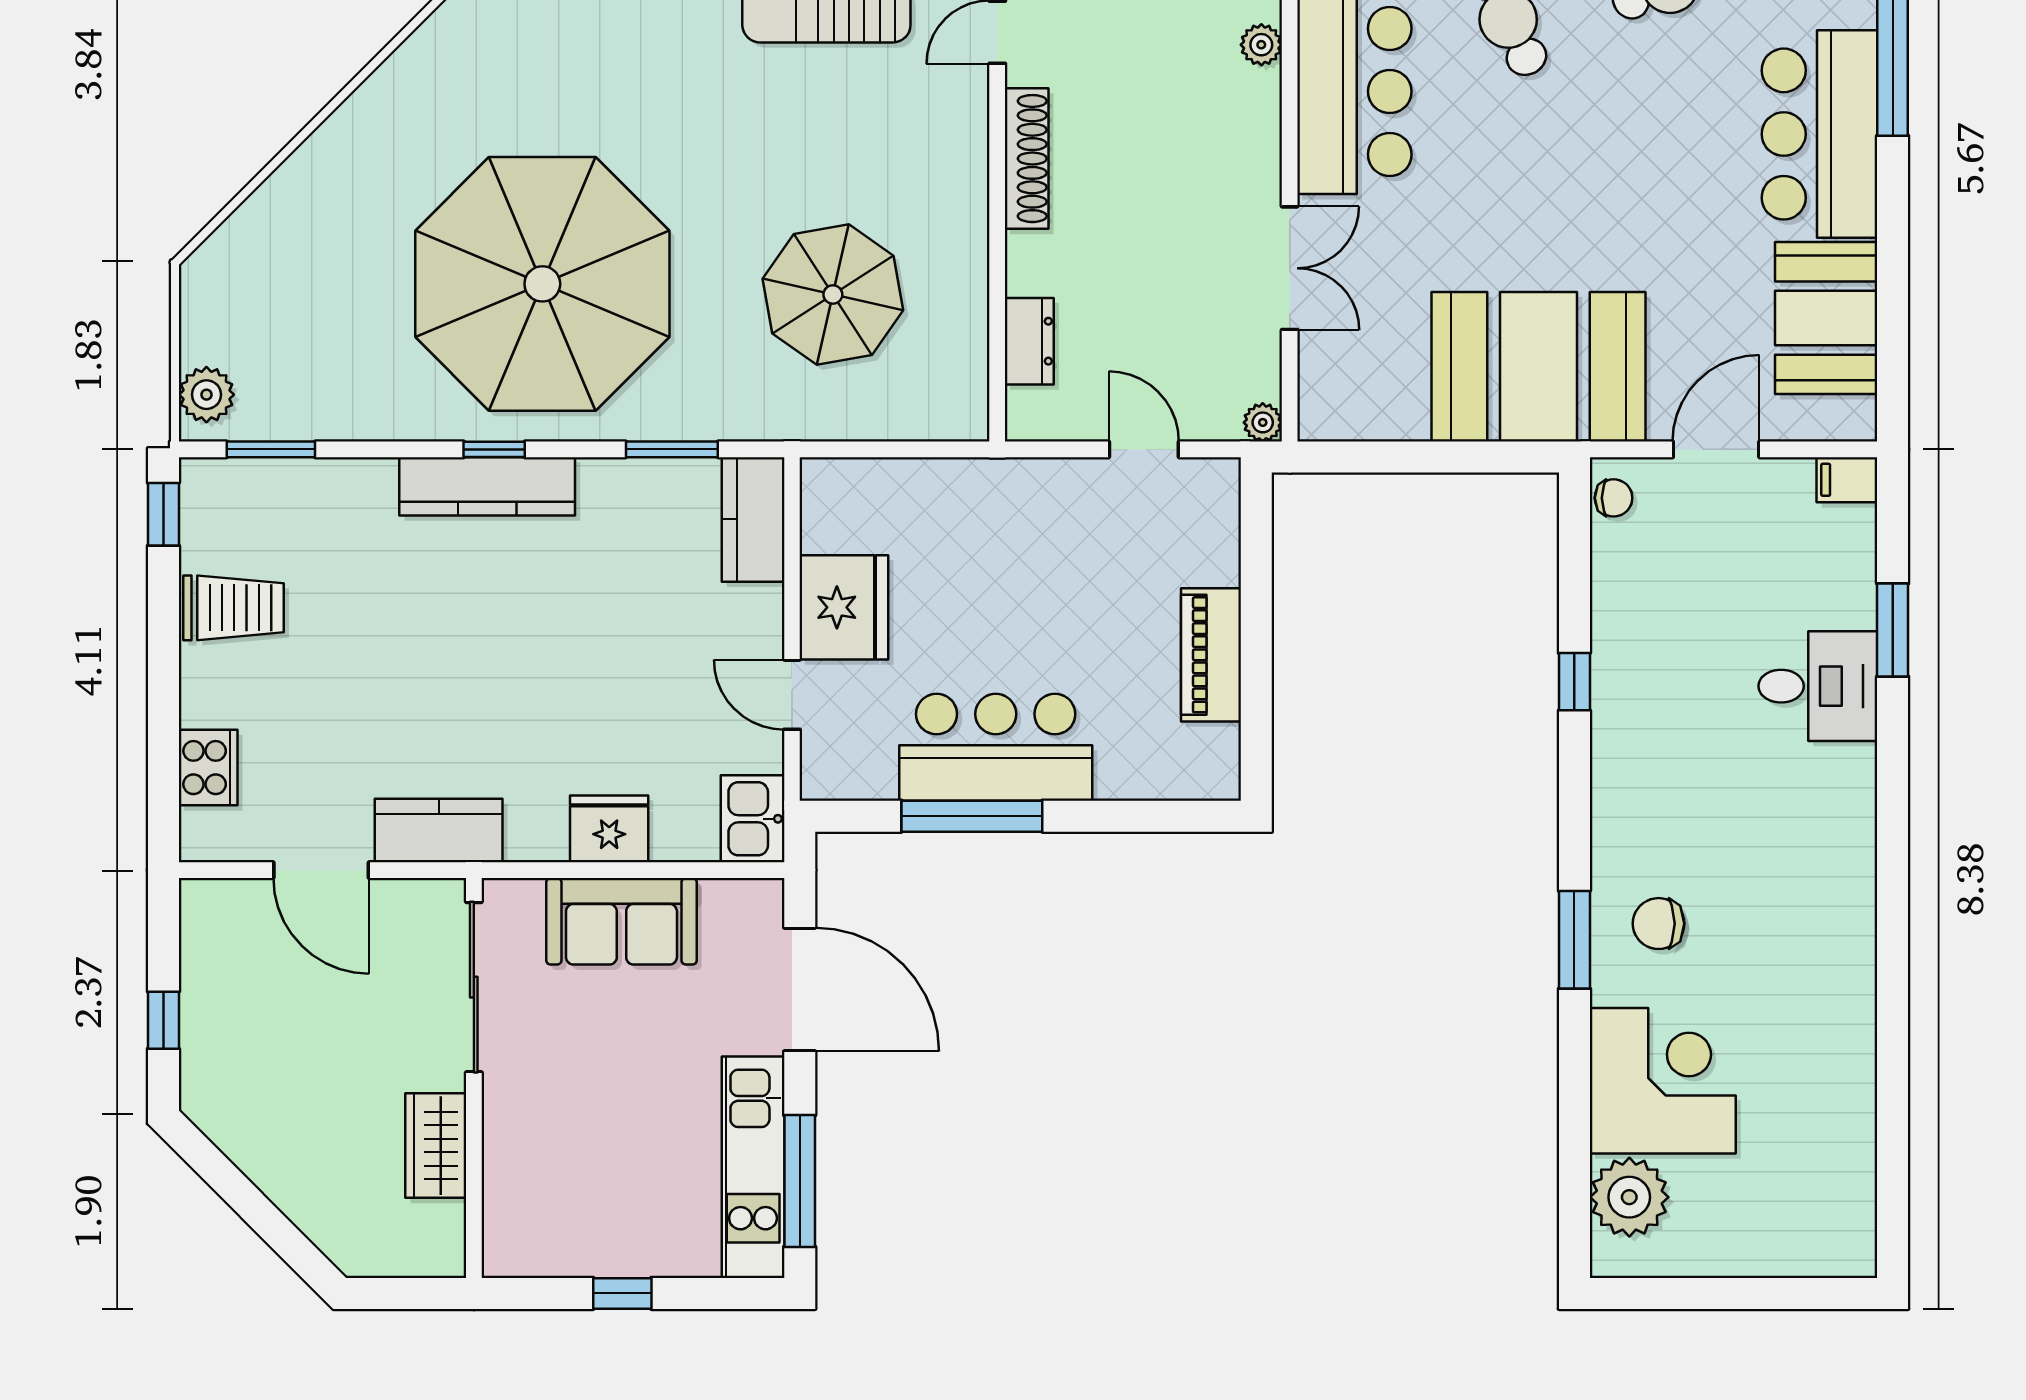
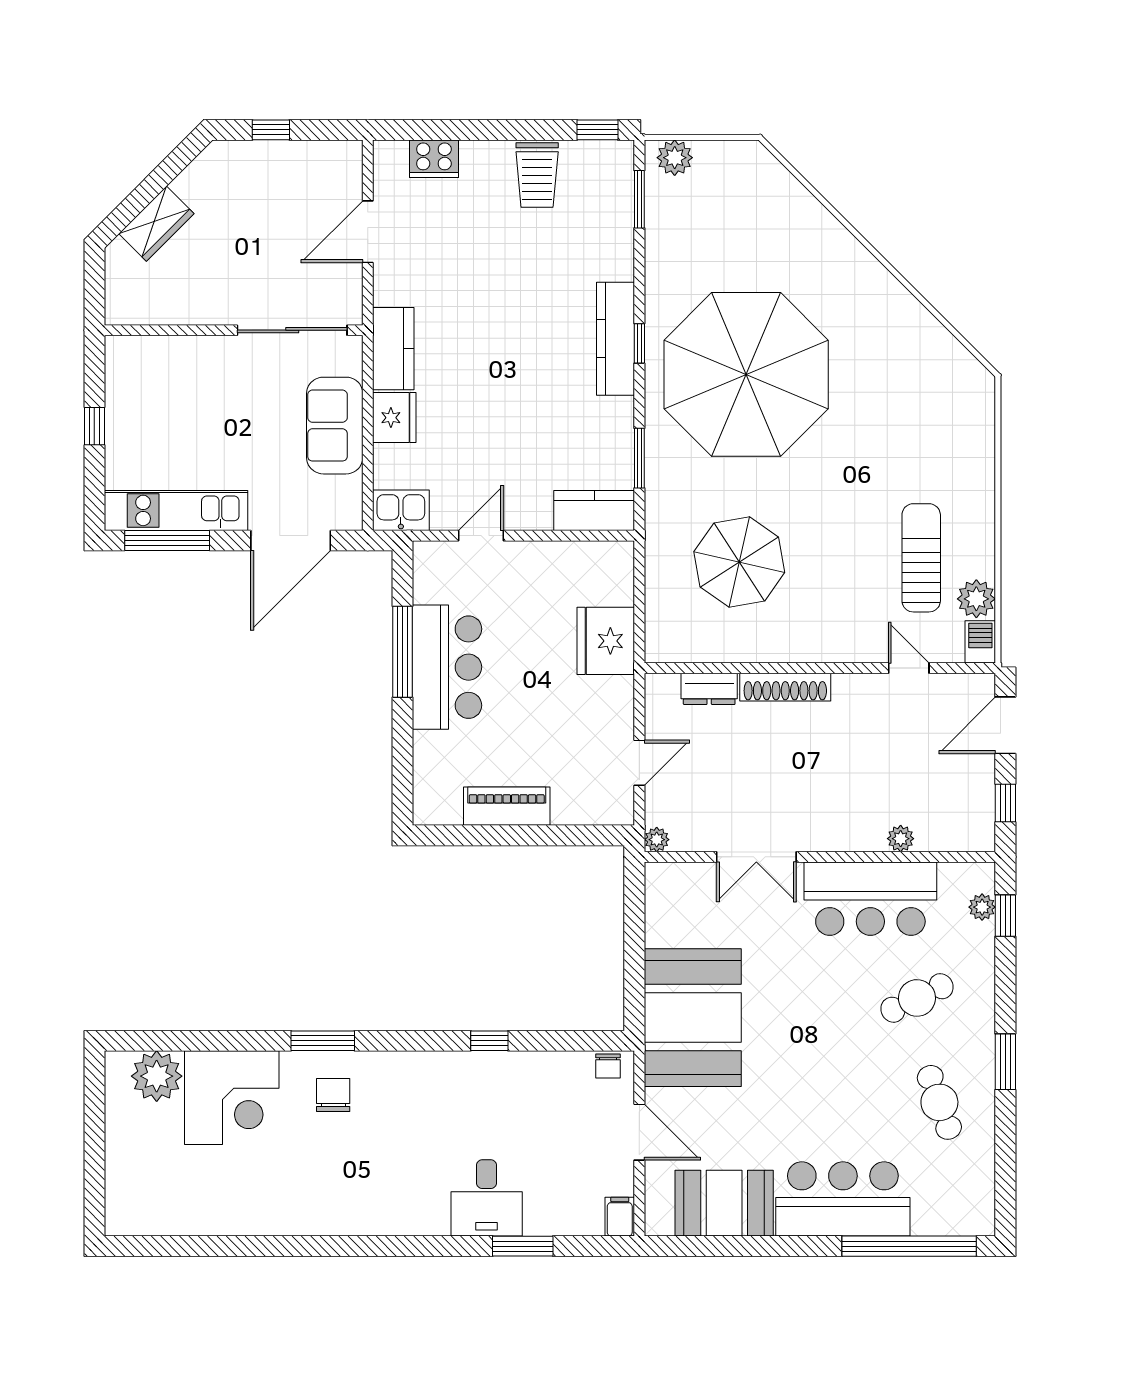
shoe rack: (1027, 159) -> (785, 687), moved
fridge: (844, 607) -> (606, 641), moved, turned 90
kitchen counter: (439, 831) -> (393, 349), moved
wardrobe: (436, 1146) -> (156, 224), moved, turned 135

